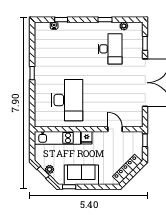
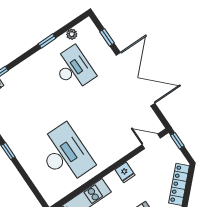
door: (115, 129) -> (151, 141), moved
fridge: (87, 138) -> (125, 172), moved

